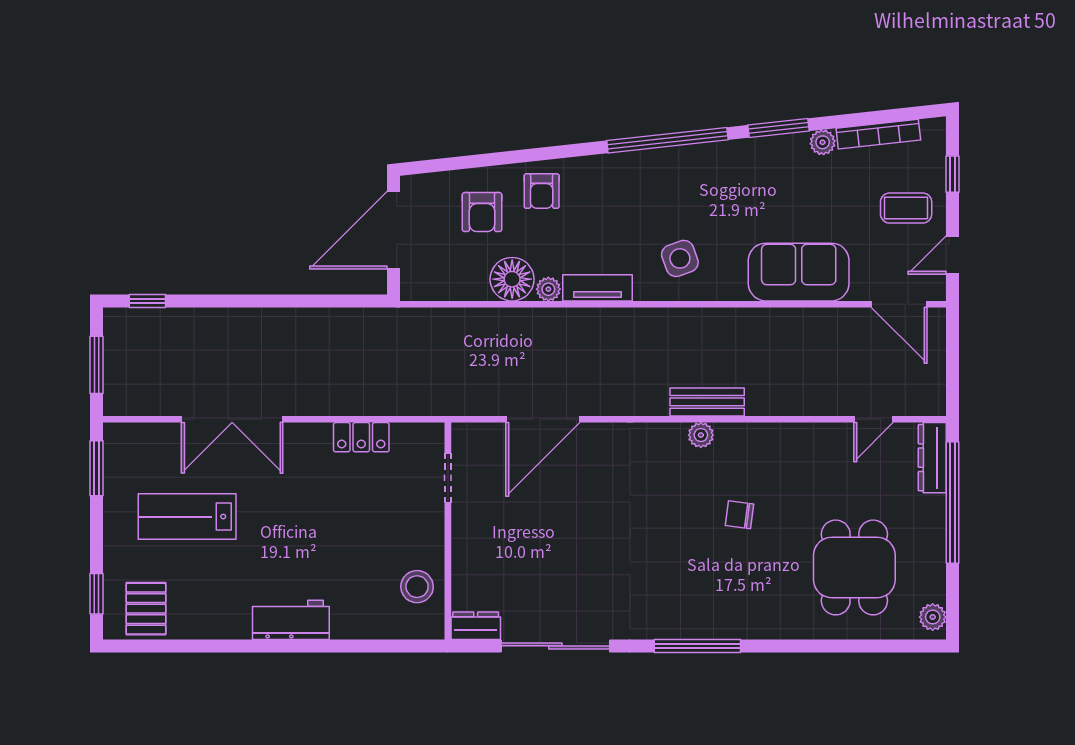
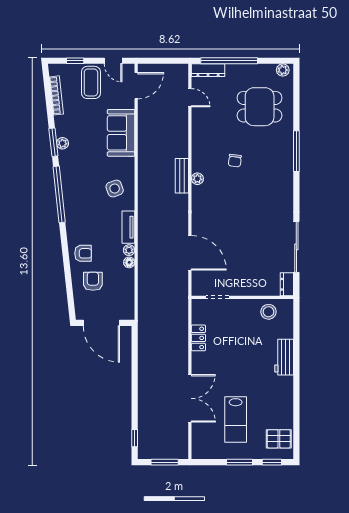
plant: (823, 142) -> (63, 143), moved
coffee table: (906, 208) -> (91, 82), width x1.36, depth x1.30
armchair: (482, 212) -> (93, 281), turned -90
floor lamp: (512, 279) -> (129, 262), width x0.53, depth x0.53
window: (97, 468) -> (239, 462), moved
workbench: (291, 620) -> (284, 357), moved
window: (697, 646) -> (296, 151), moved

